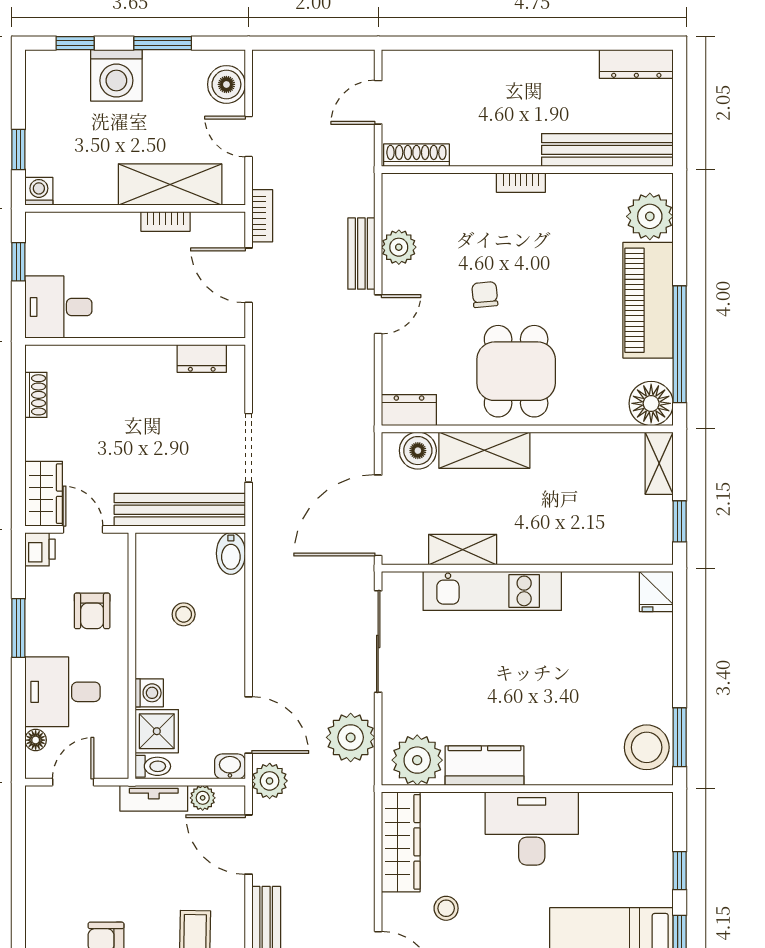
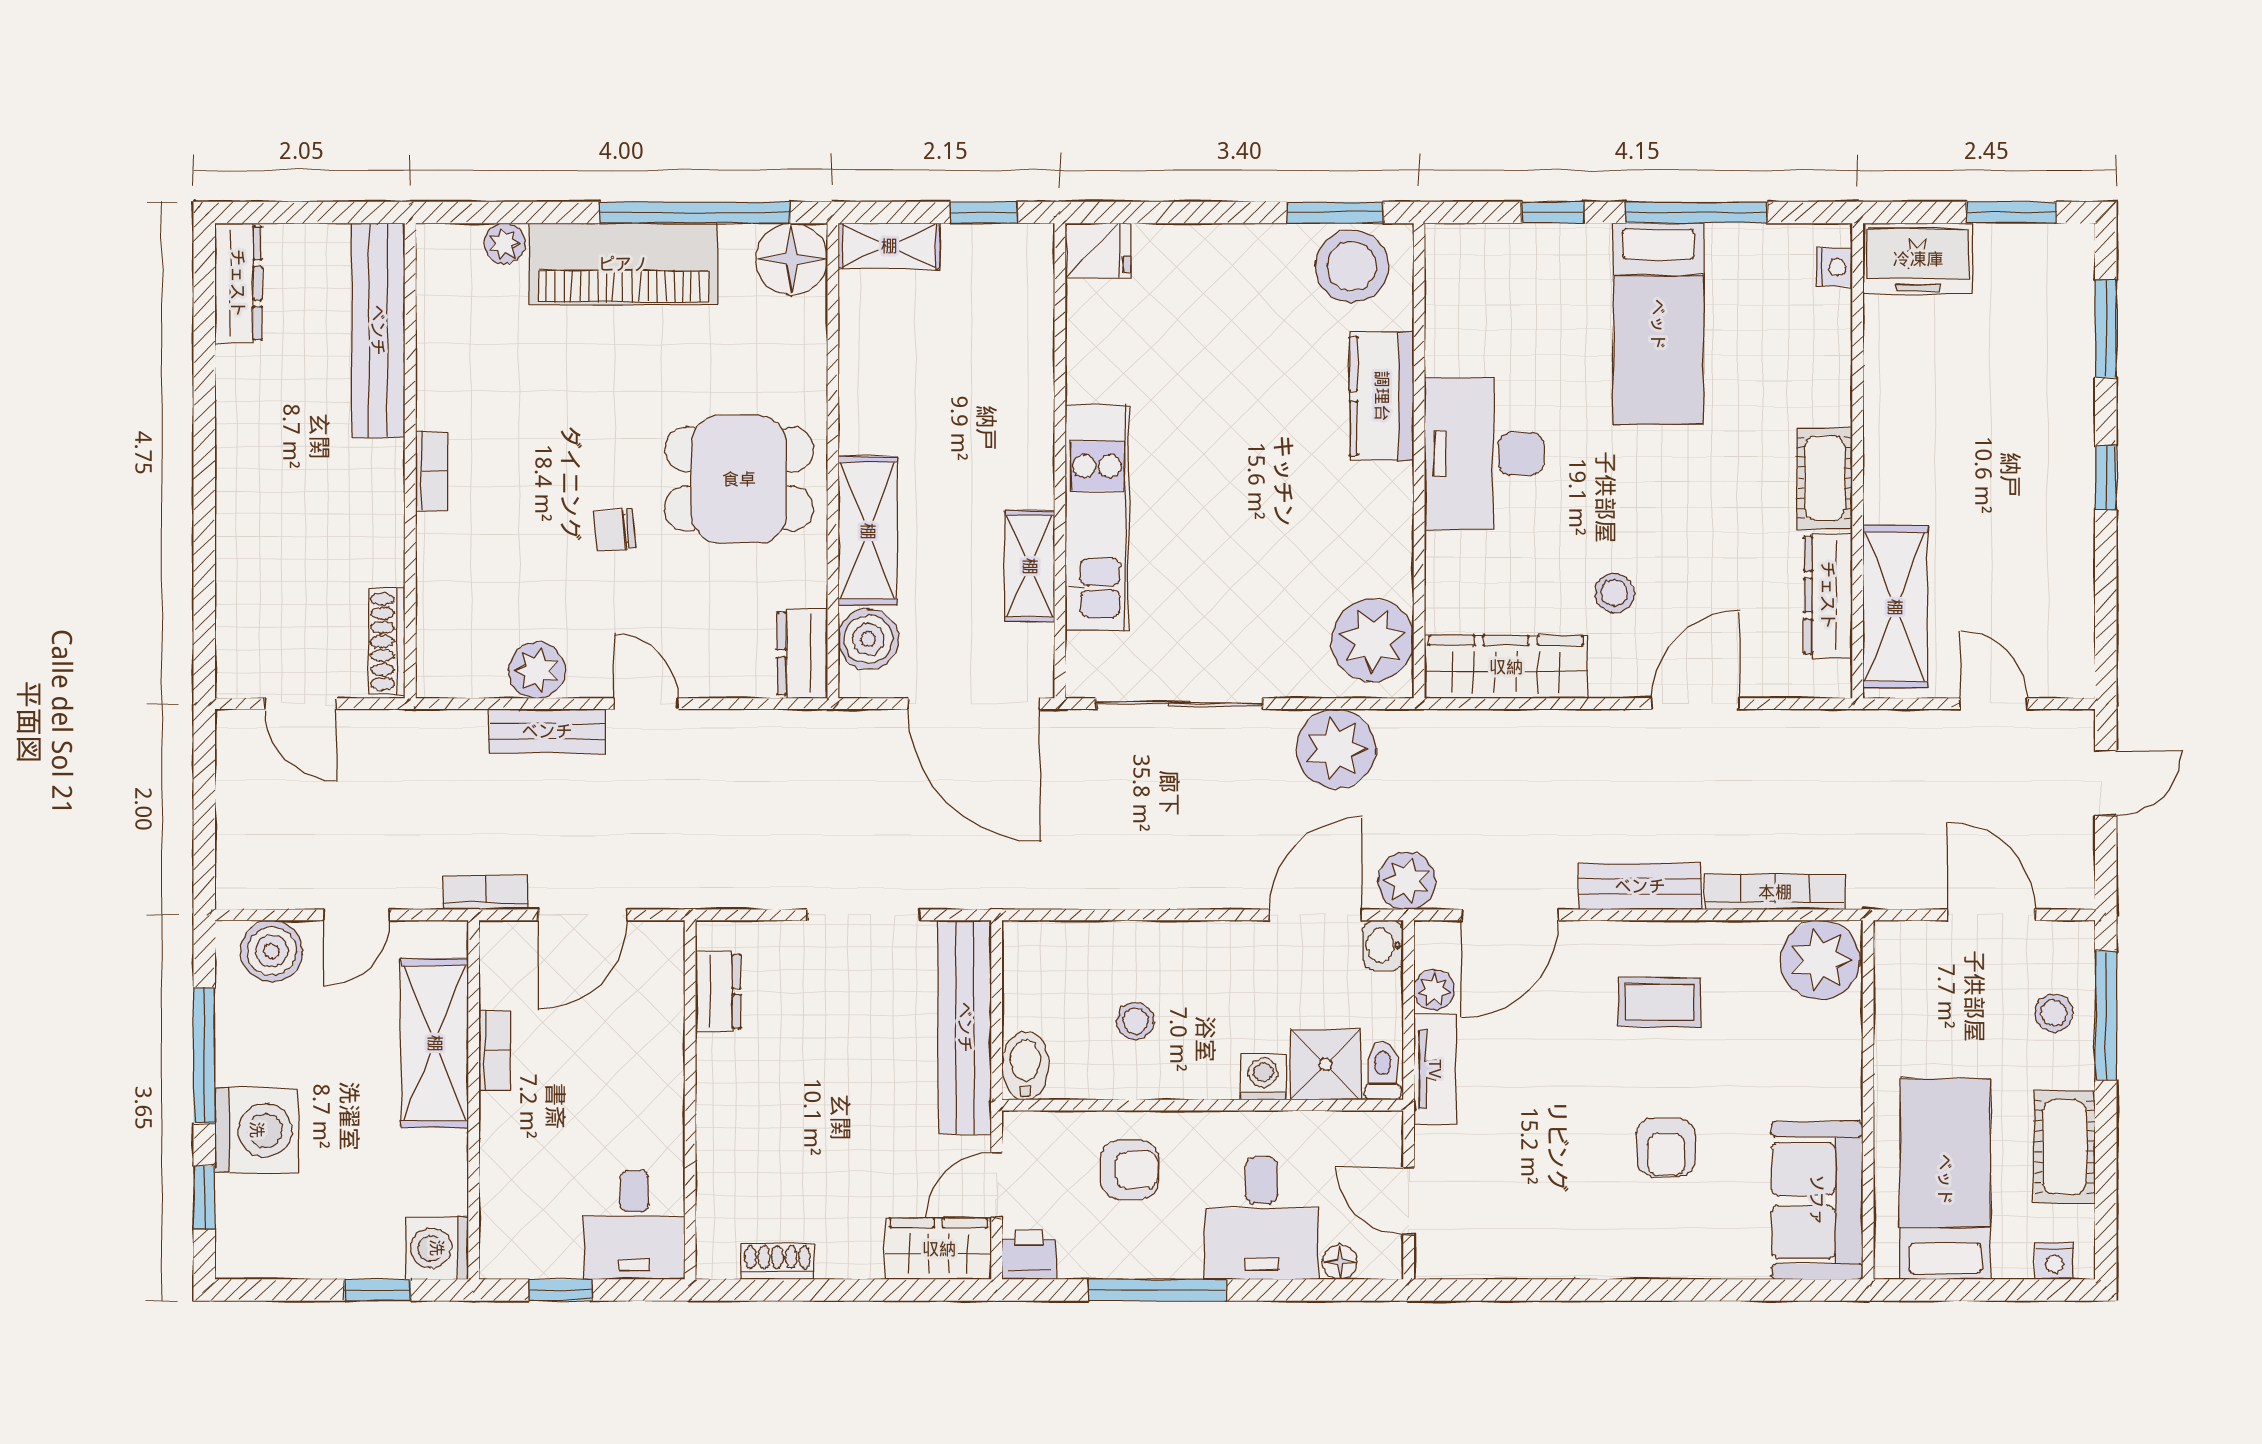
window: (163, 43) -> (204, 1055), width x1.44
washing machine: (39, 191) -> (437, 1248), width x1.38, depth x1.38
plant: (650, 216) -> (504, 243), width x0.53, depth x0.53
bidet: (231, 553) -> (1025, 1066), moved, turned -90
window: (18, 628) -> (1157, 1290), width x1.44
kitchen counter: (484, 766) -> (1382, 396), moved

